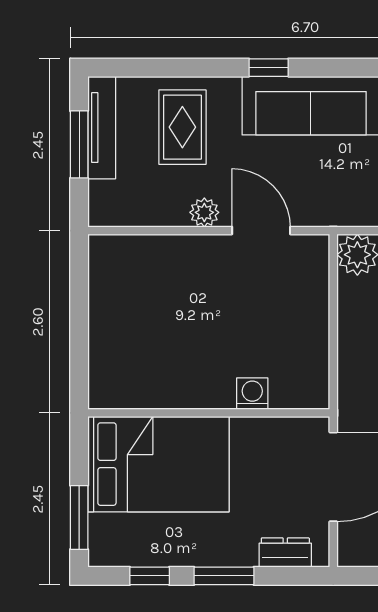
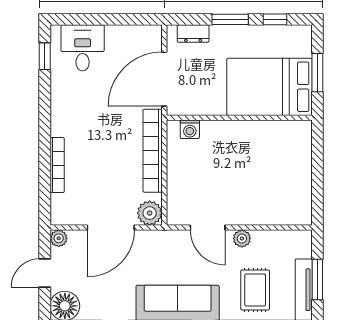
bookcase: (352, 358) -> (153, 151), added
washing machine: (252, 394) -> (190, 129), moved
window: (79, 517) -> (317, 73), moved

